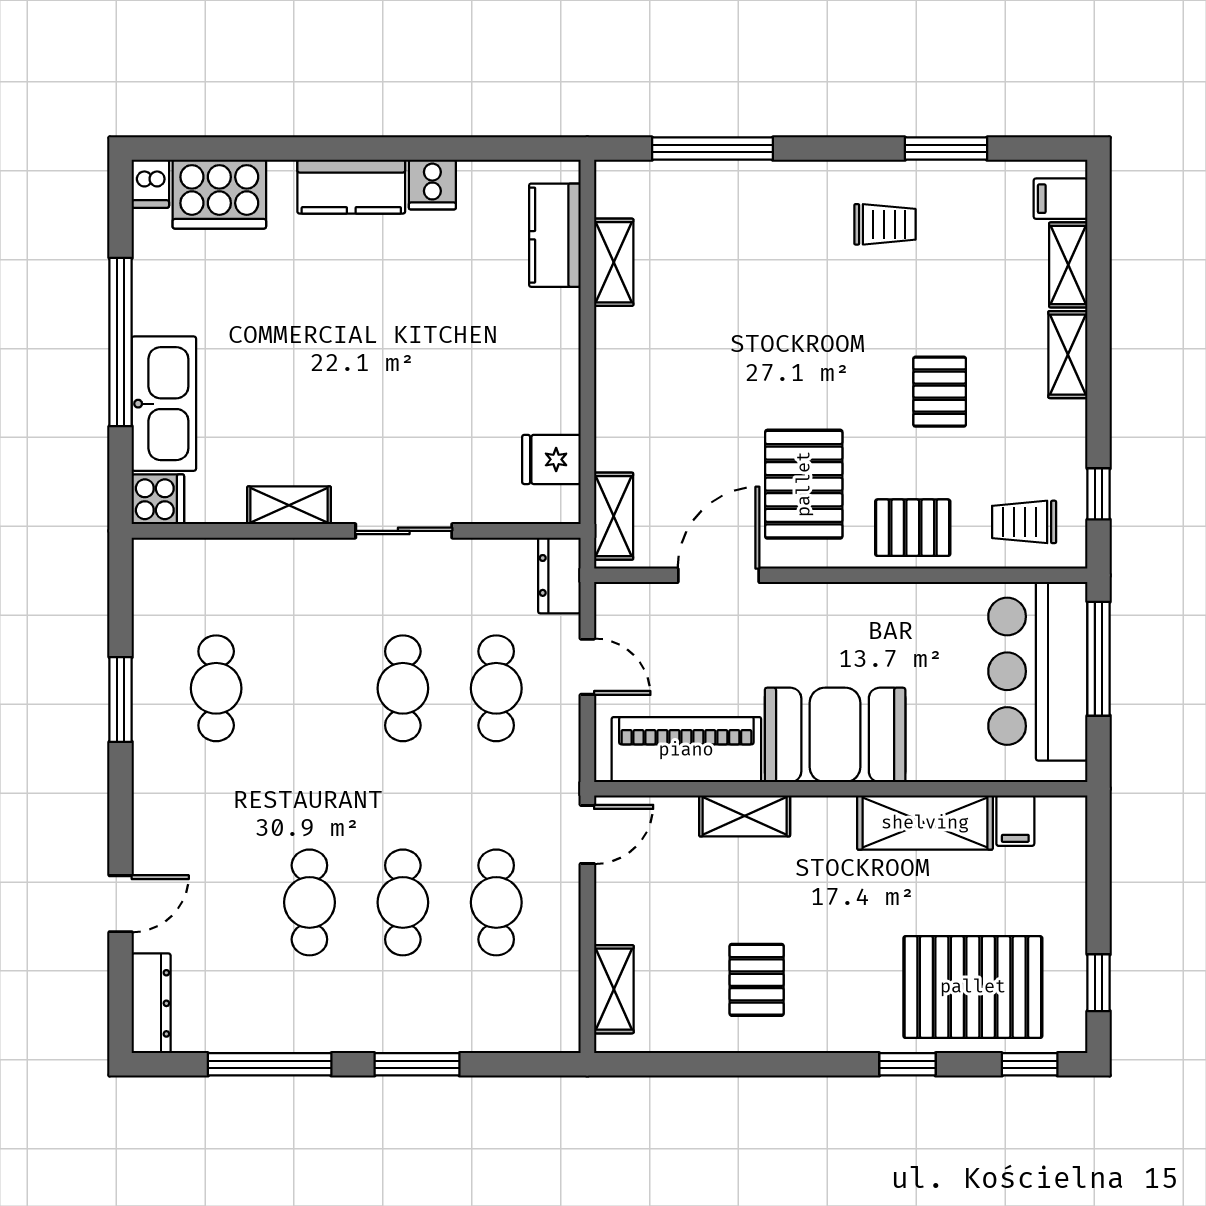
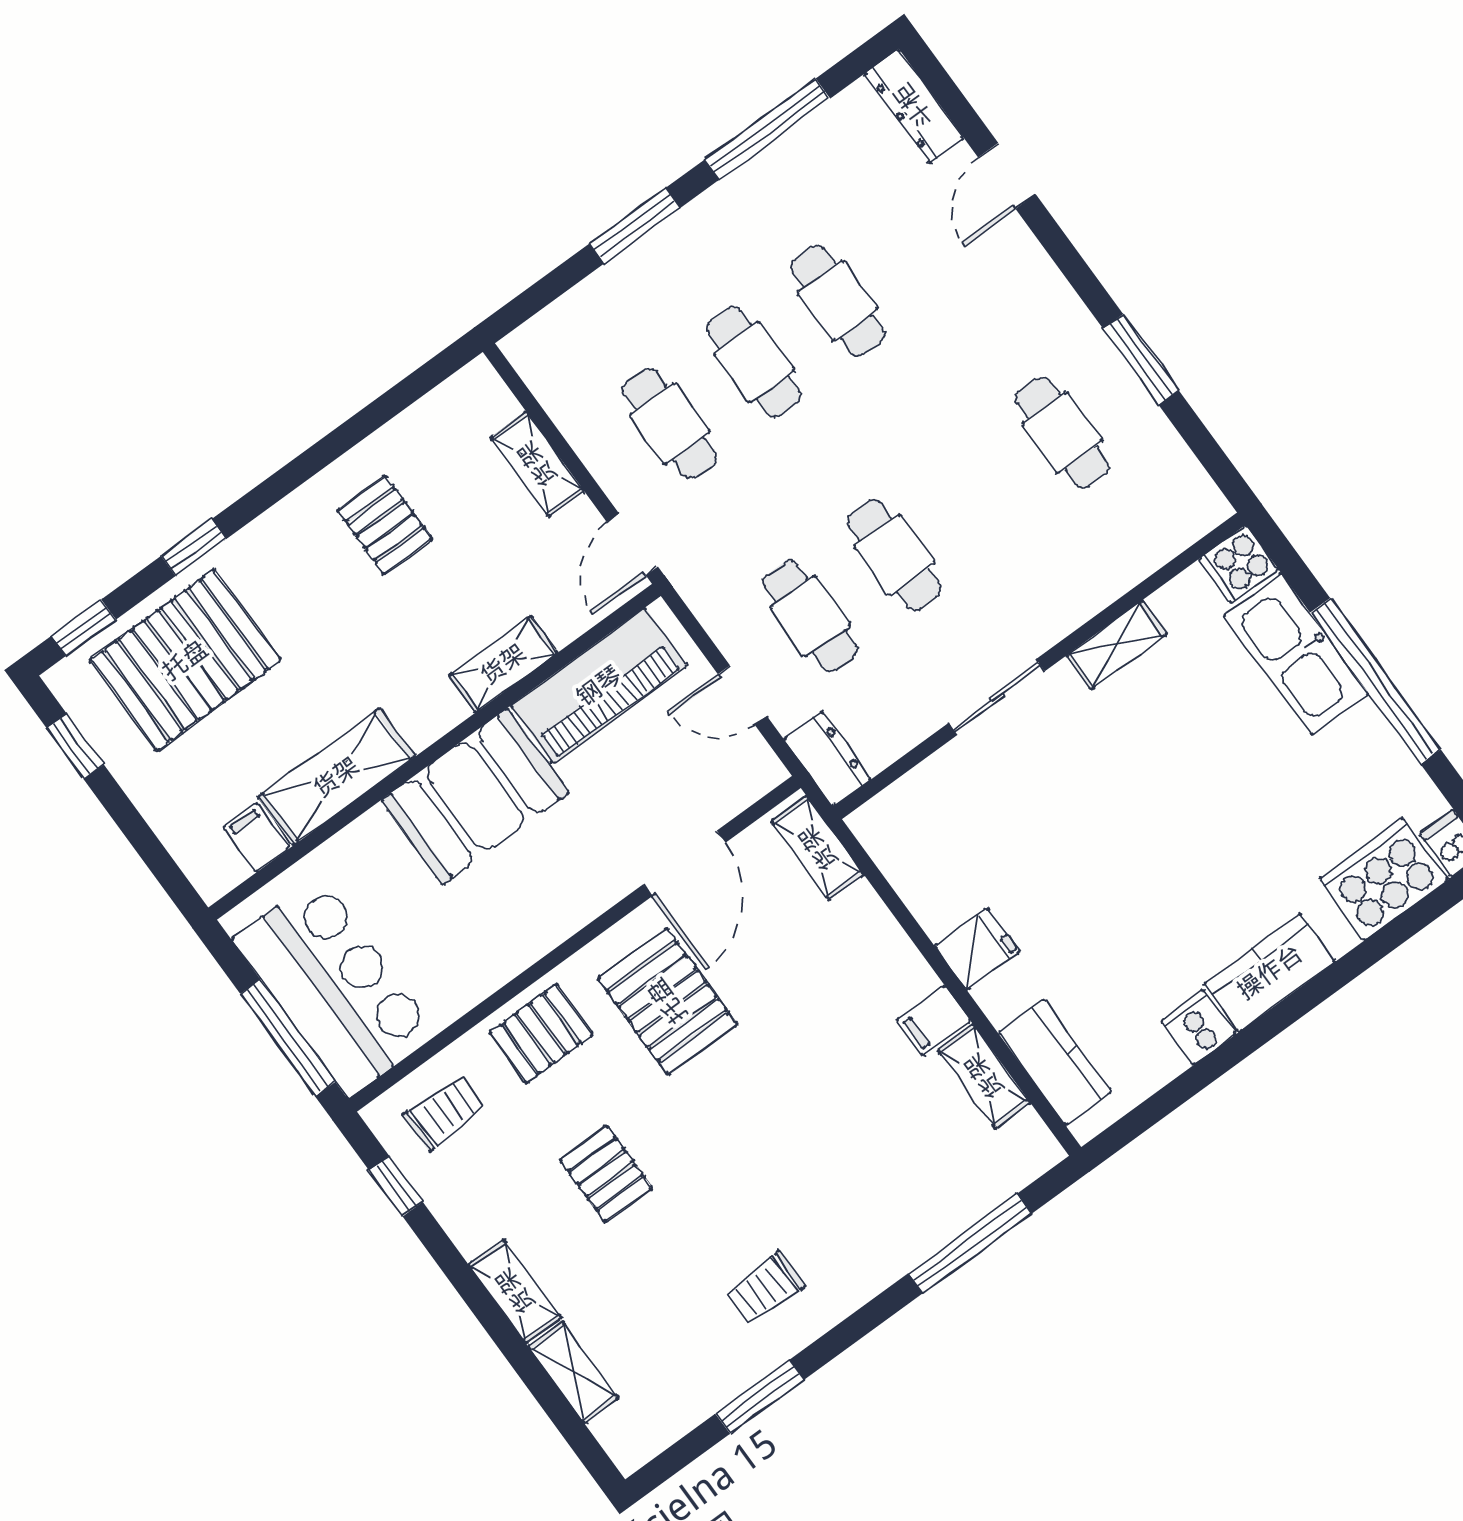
filing cabinet: (1061, 199) -> (933, 1021), moved, turned 180
fridge: (551, 459) -> (977, 949), moved
shelving: (614, 989) -> (537, 464), moved

